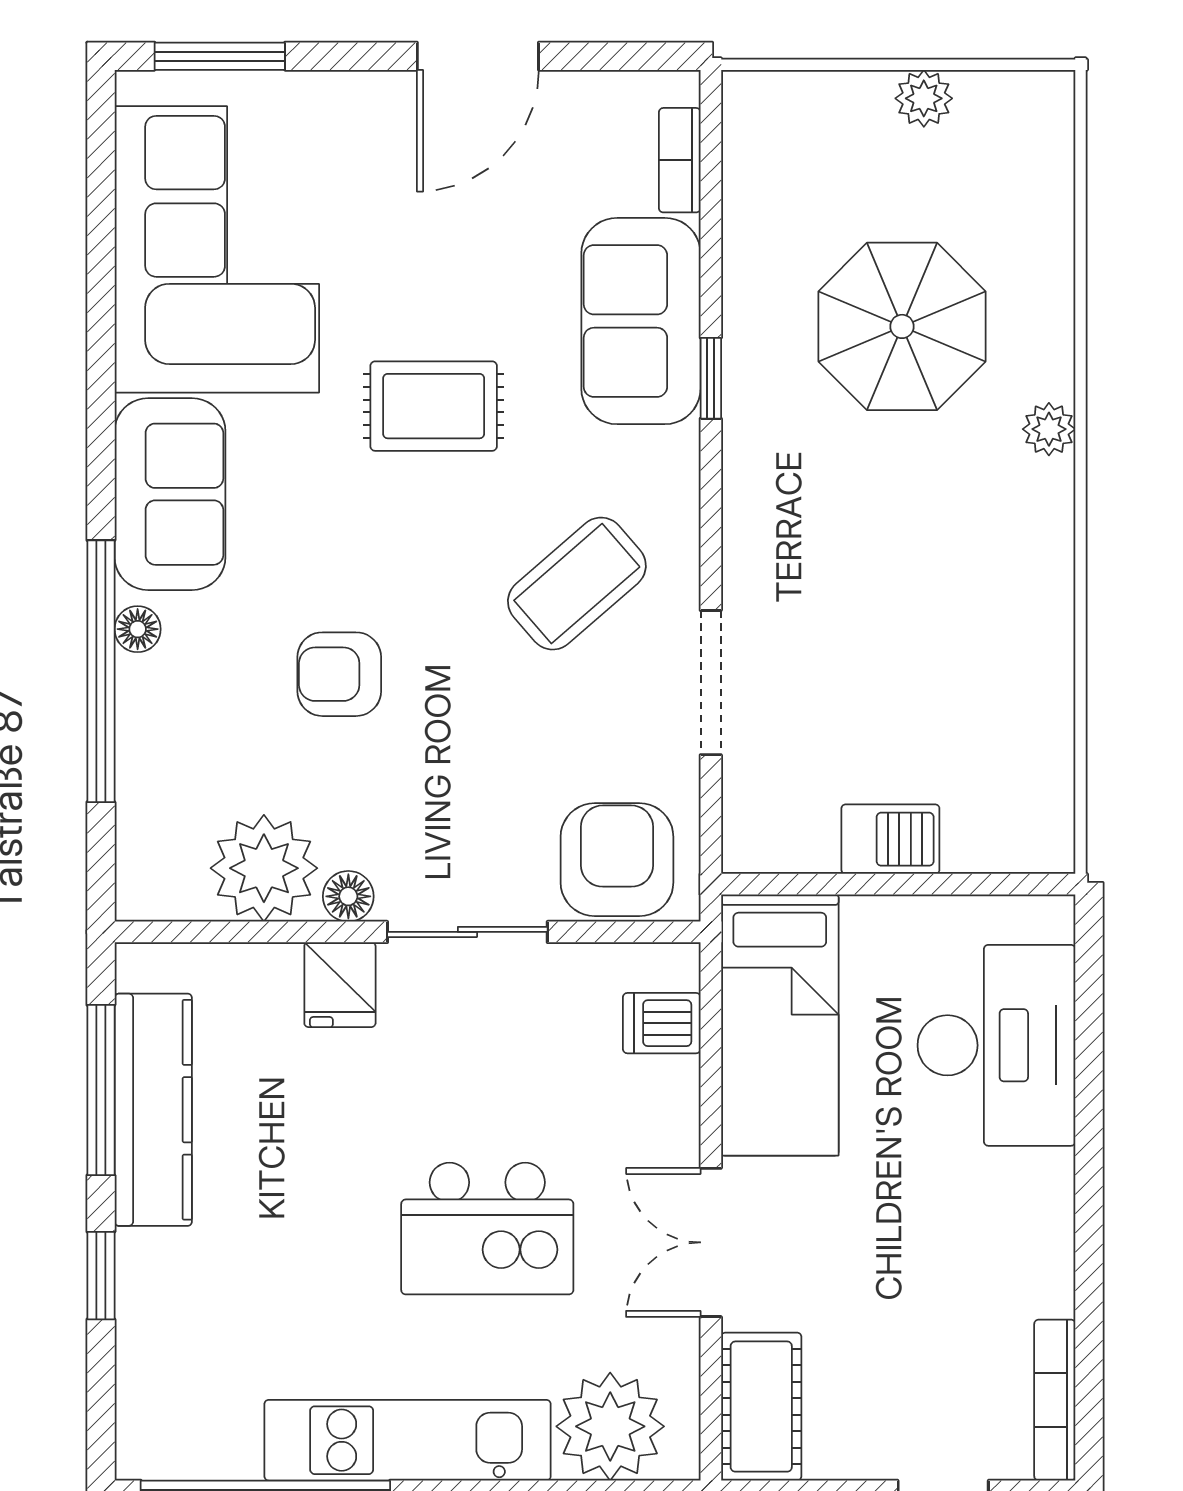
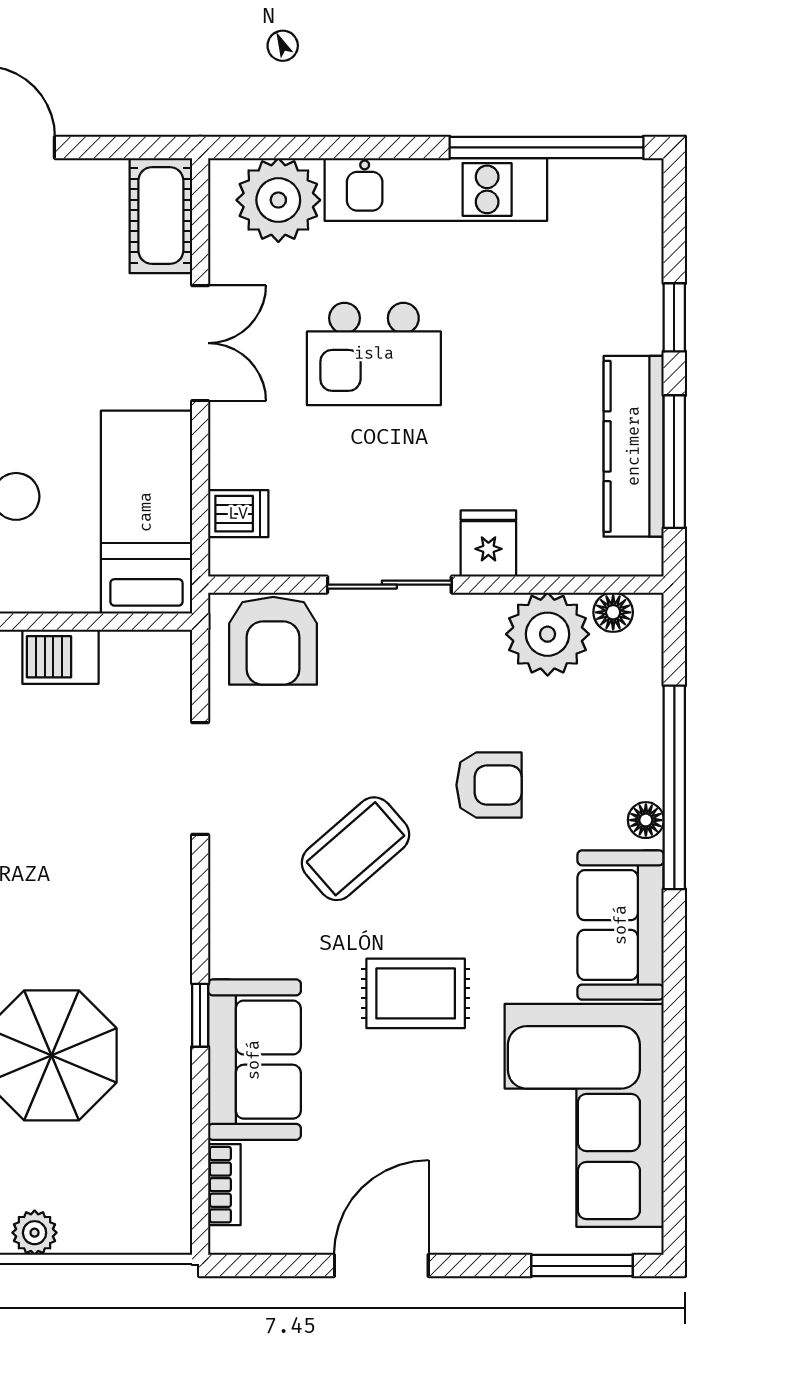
coffee table: (577, 584) -> (355, 849), moved
floor lamp: (348, 896) -> (613, 612), moved
kitchen island: (487, 1228) -> (374, 354), turned 180

